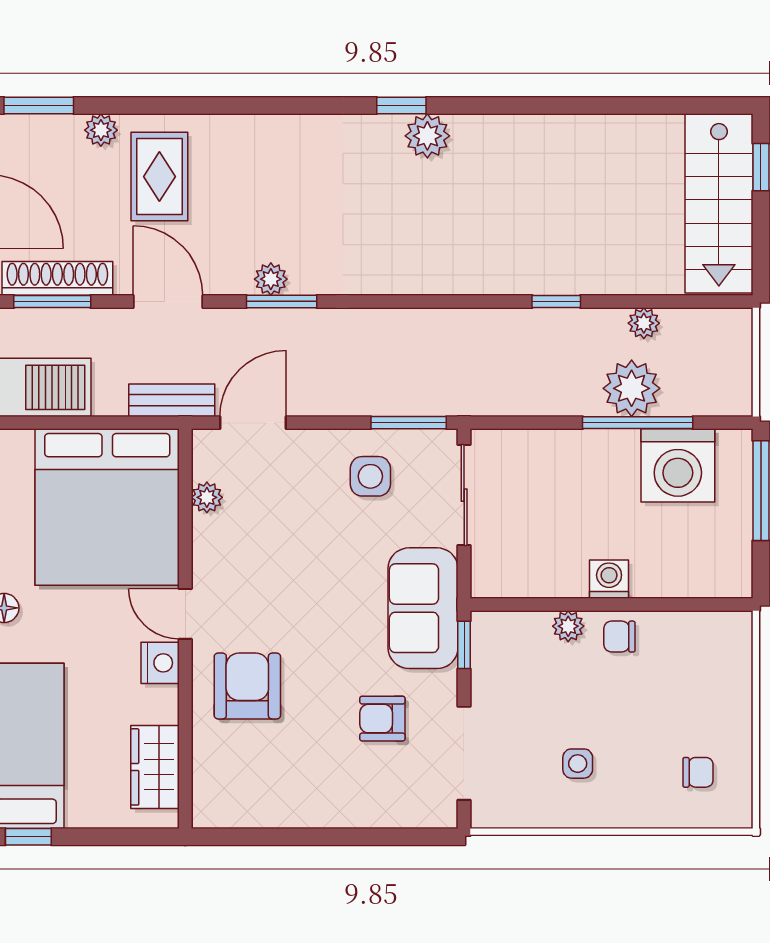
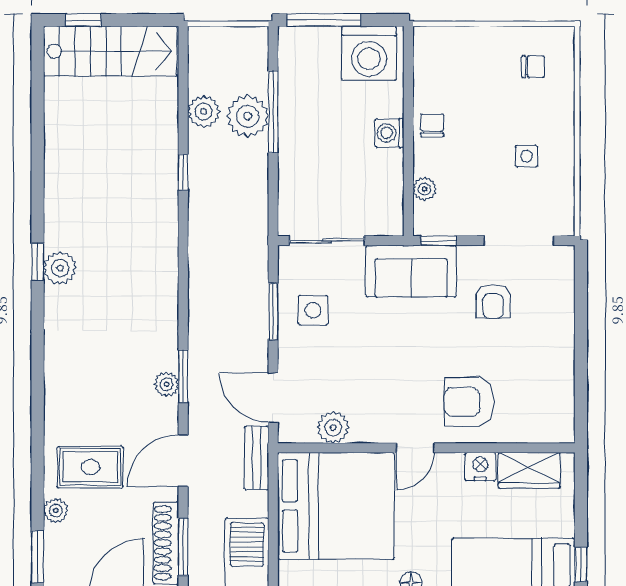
window: (401, 106) -> (38, 262), moved
plant: (644, 323) -> (204, 111), width x1.38, depth x1.38
window: (409, 423) -> (273, 311), moved
washing machine: (678, 465) -> (369, 53), moved, turned 90
plant: (207, 497) -> (333, 427), width x1.38, depth x1.38
plant: (568, 626) -> (424, 189), moved
chair: (619, 637) -> (432, 125), turned 180
nightstand: (160, 663) -> (480, 467), moved
chair: (698, 772) -> (533, 67), turned 90

